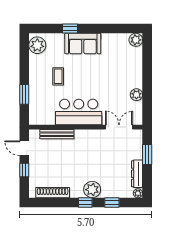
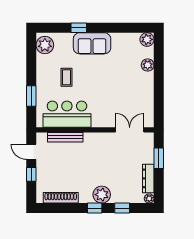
plant: (136, 95) -> (148, 65), moved
bar counter: (79, 112) -> (67, 114), moved

